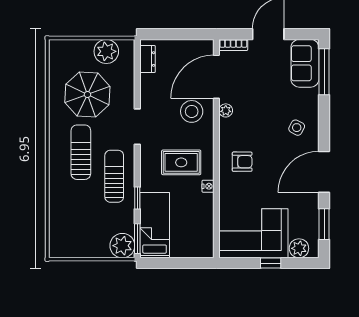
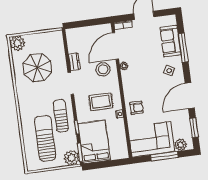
plant: (106, 51) -> (17, 43), moved
dresser: (148, 59) -> (74, 62), moved
sofa: (305, 63) -> (170, 41), moved
window: (324, 72) -> (183, 48), moved
sun lounger: (81, 152) -> (45, 138), moved, width x1.36, depth x1.34
armchair: (242, 162) -> (136, 108), moved
bed: (155, 225) -> (94, 142), width x1.50
window: (271, 263) -> (164, 156), width x2.17

